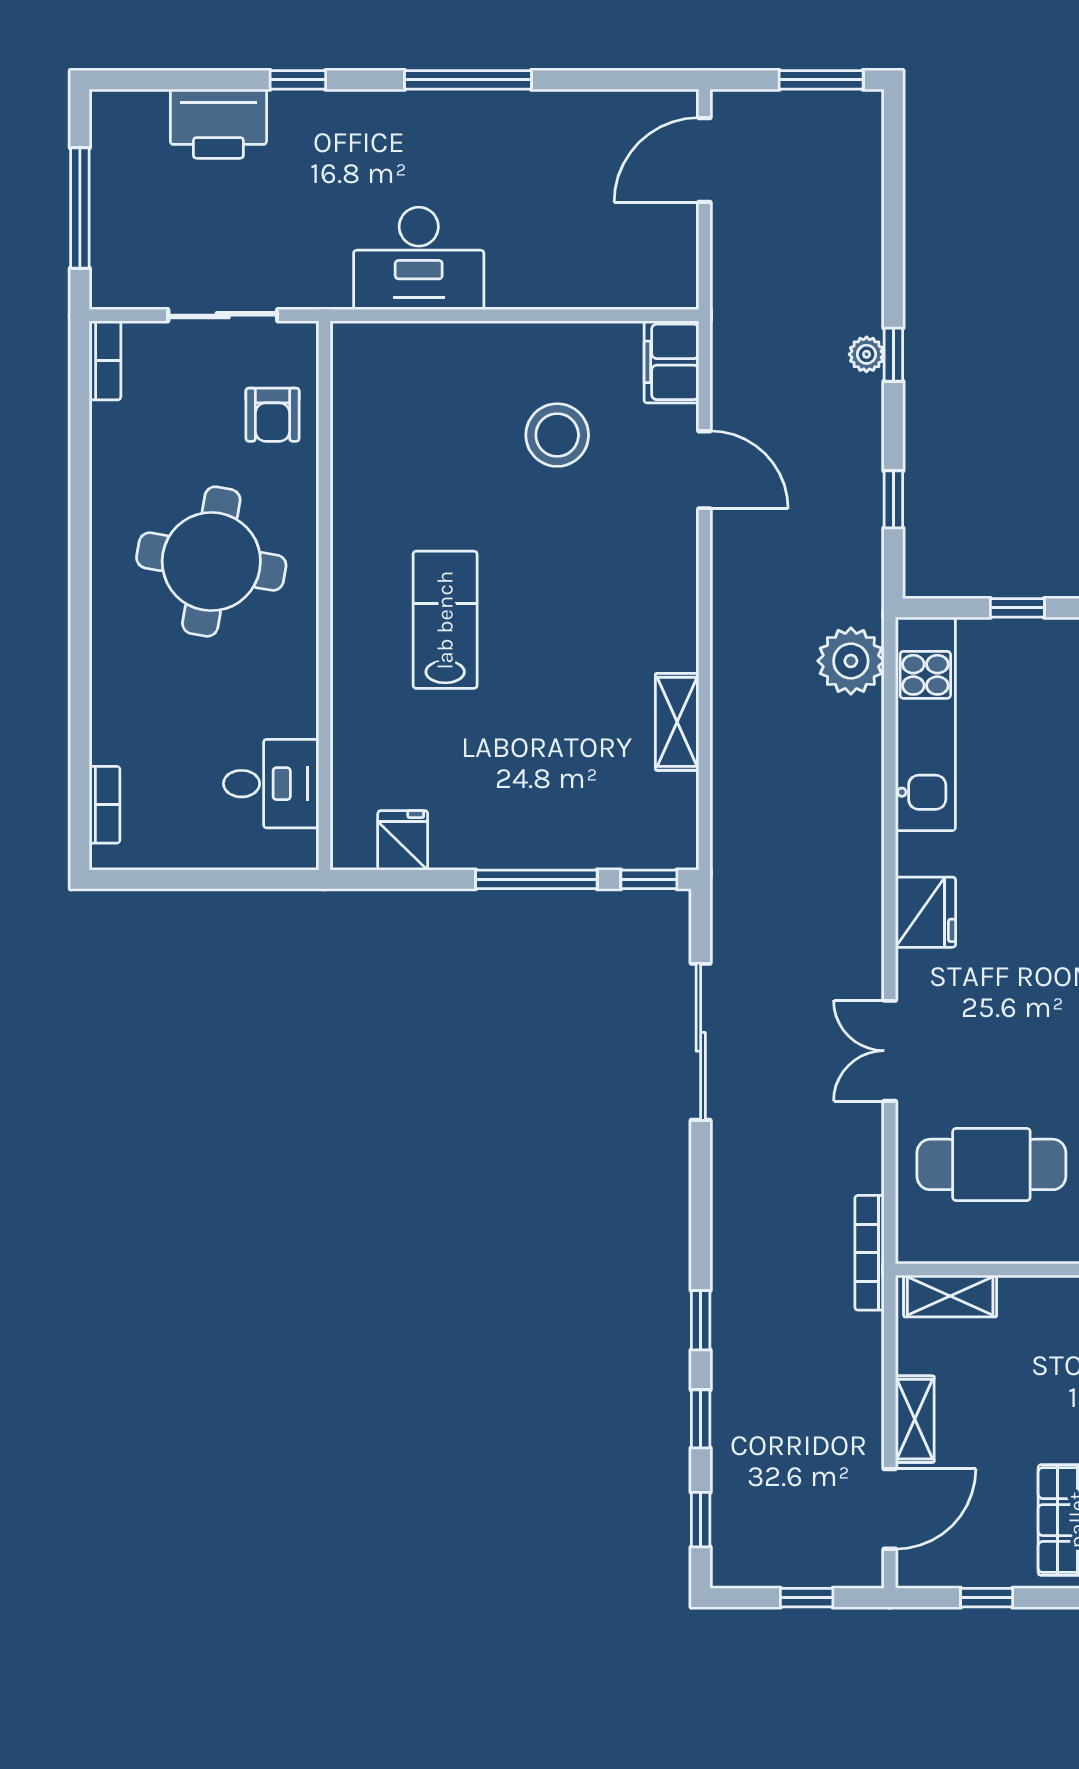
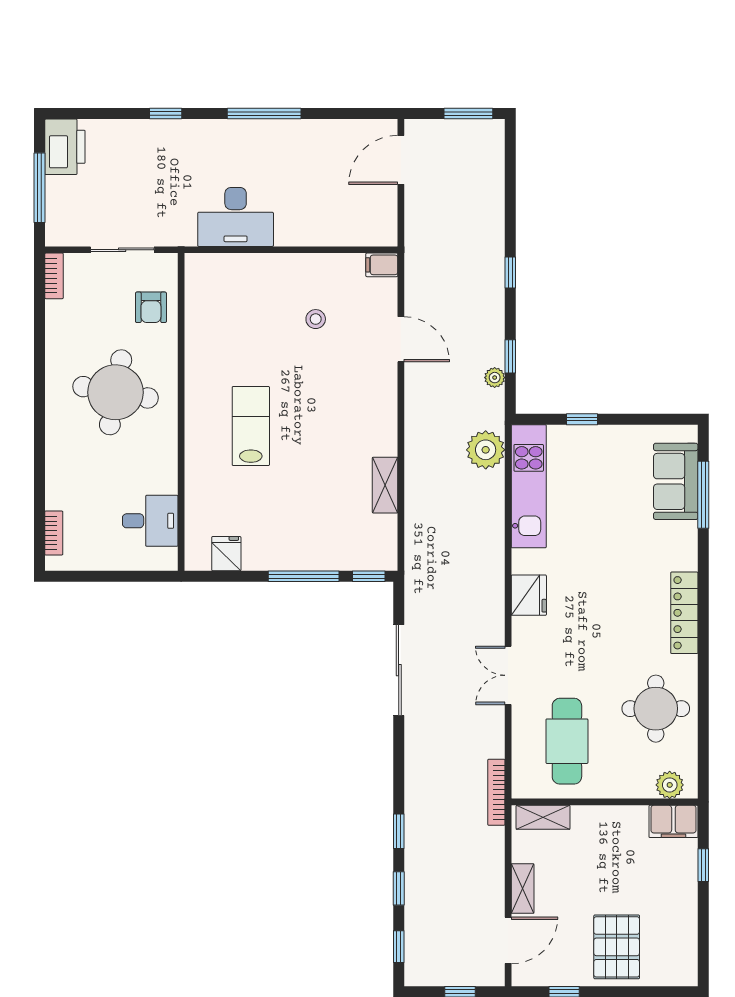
printer: (218, 124) -> (65, 147), moved, turned -90
plant: (867, 354) -> (495, 378), moved
filing cabinet: (671, 362) -> (382, 265), width x0.50
stool: (557, 435) -> (316, 319), width x0.53, depth x0.53
cafe table: (991, 1164) -> (567, 741), turned 90

